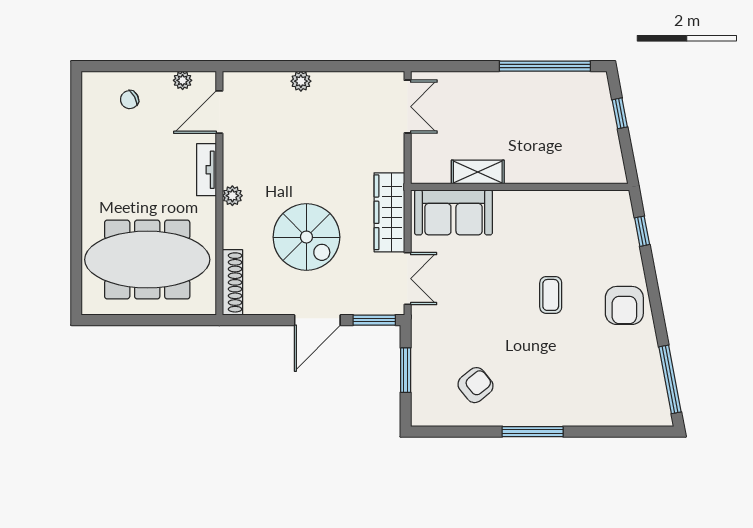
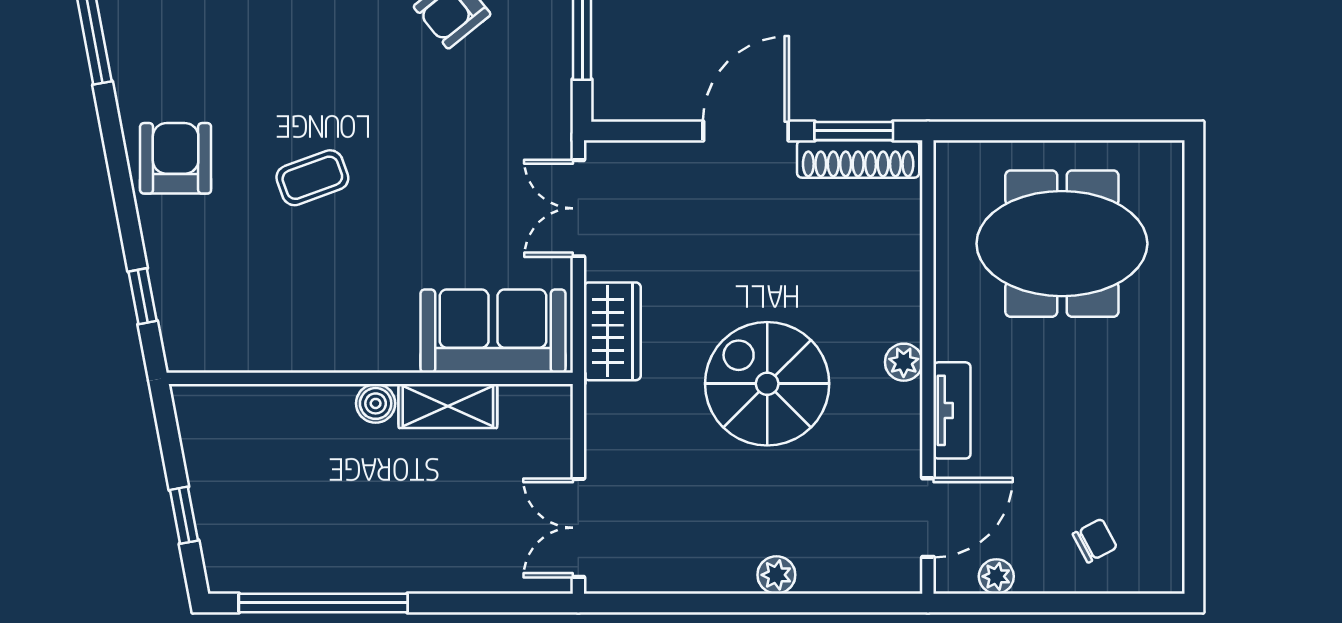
boiler: (517, 173) -> (376, 403), added
wardrobe: (389, 212) -> (612, 331), width x0.67
spiral stairs: (306, 237) -> (767, 384), moved
meeting table: (147, 260) -> (1062, 244), width x0.73
shoe rack: (232, 282) -> (858, 159), moved, turned -90
coffee table: (551, 295) -> (312, 178), turned 70
window: (374, 320) -> (854, 131), moved

